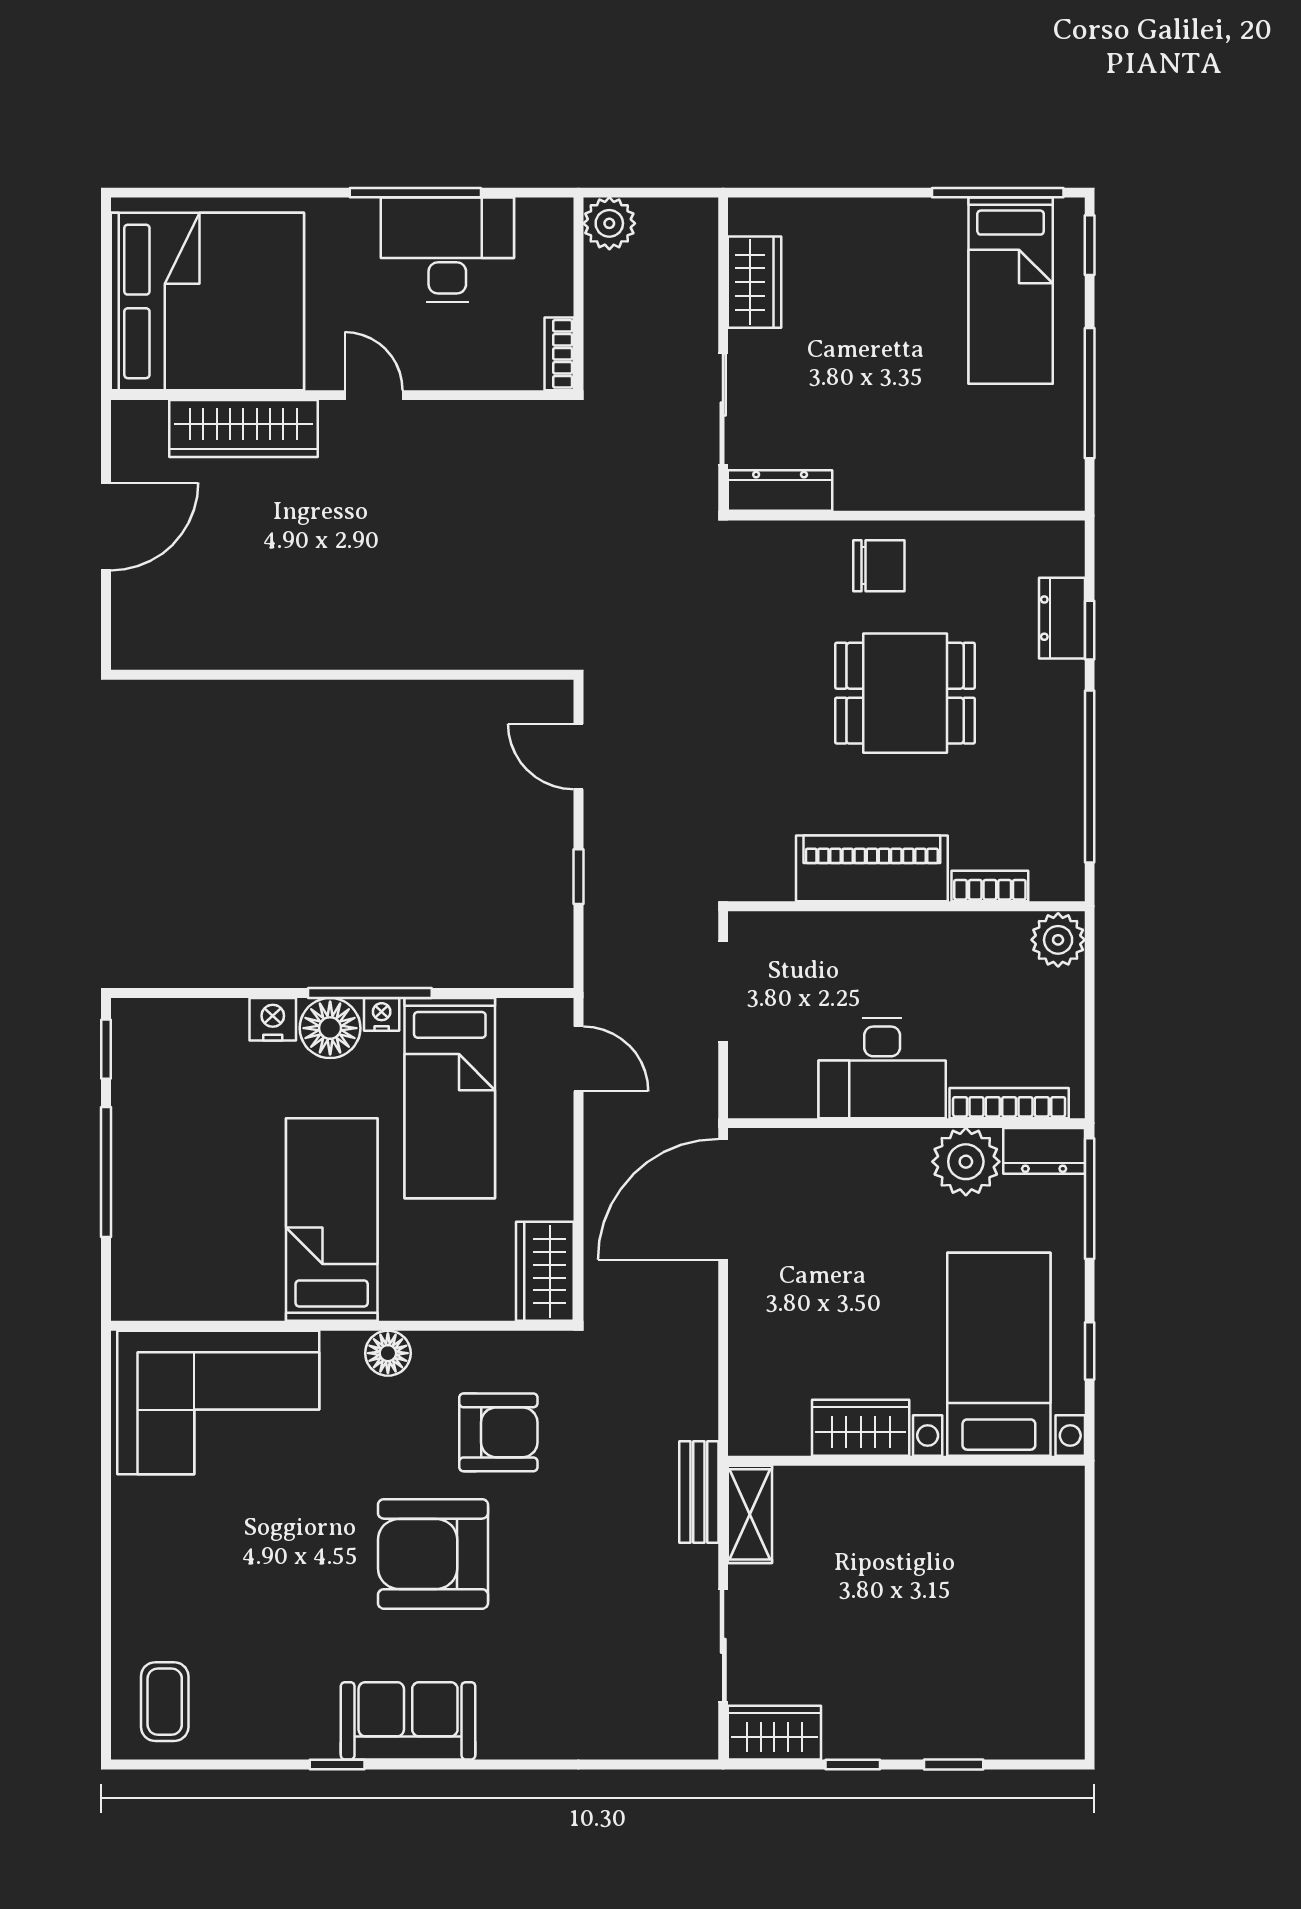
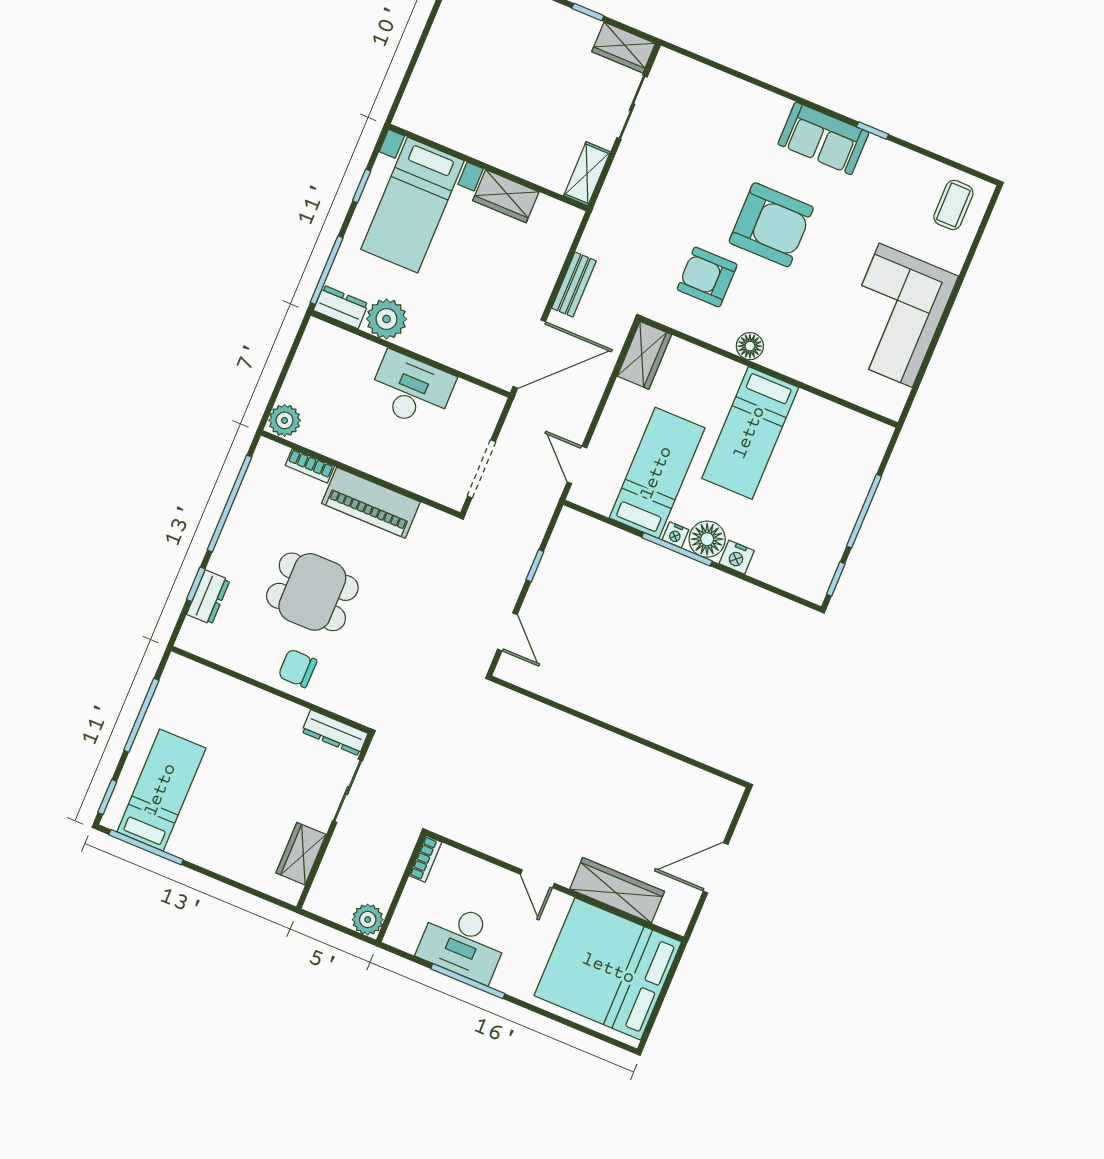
bookcase: (1009, 1103) -> (349, 341), removed
corner sofa: (218, 1402) -> (896, 315), moved, turned -90
bench: (699, 1492) -> (574, 285), moved

